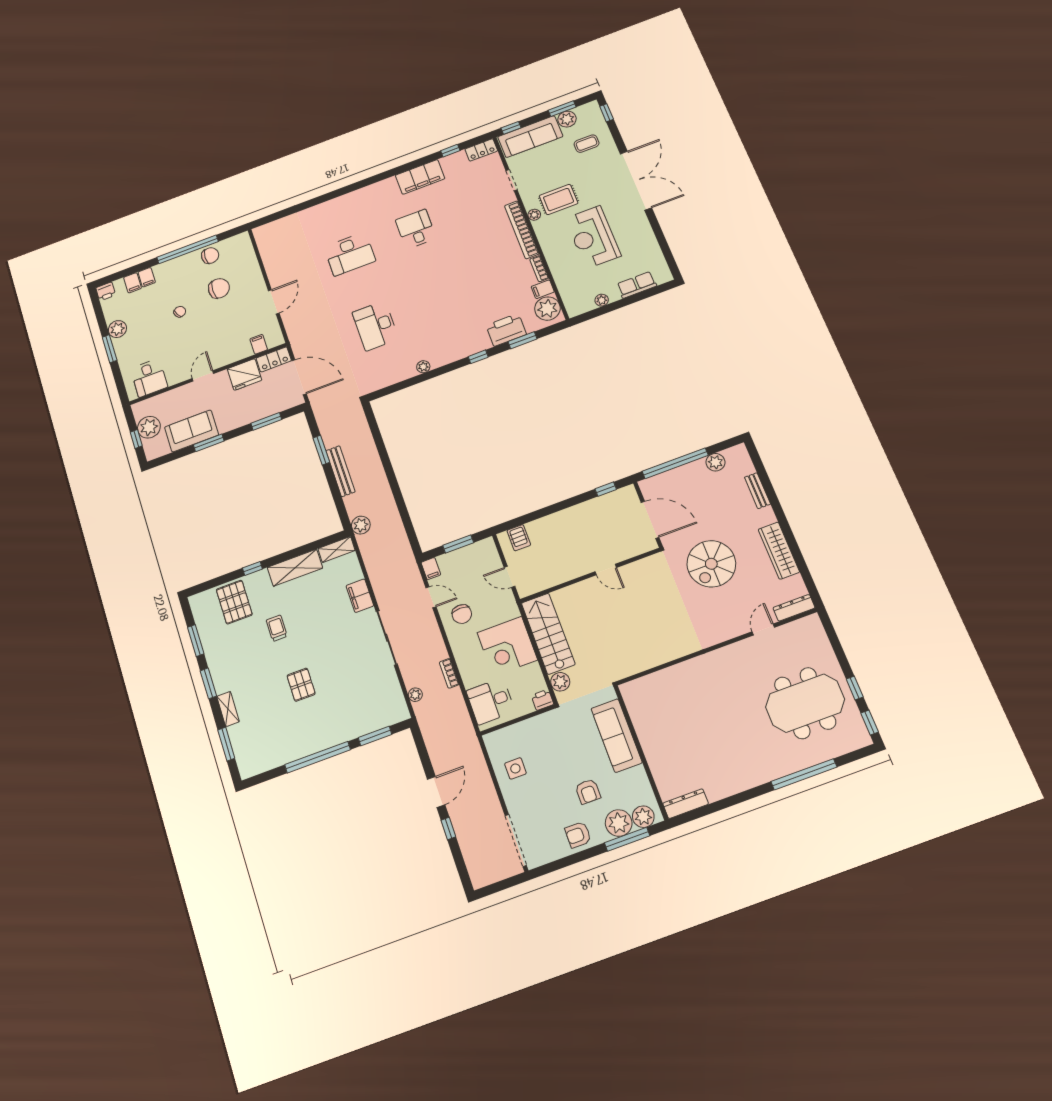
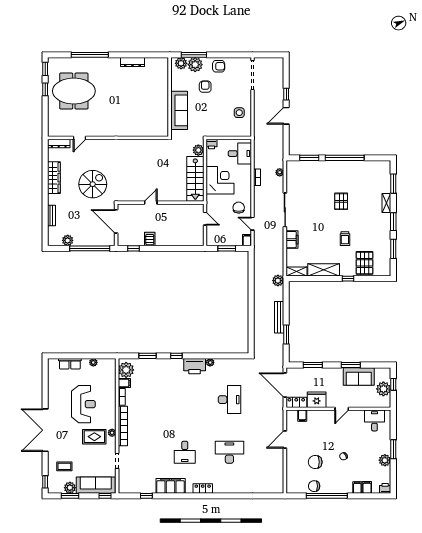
locker: (481, 150) -> (203, 489), moved
printer: (506, 330) -> (195, 366), moved
server rack: (519, 538) -> (150, 239), moved
door: (606, 570) -> (151, 203), hinge flipped
dresser: (686, 804) -> (133, 62), moved

